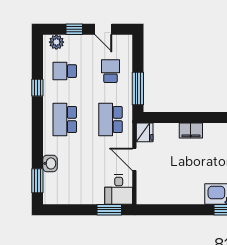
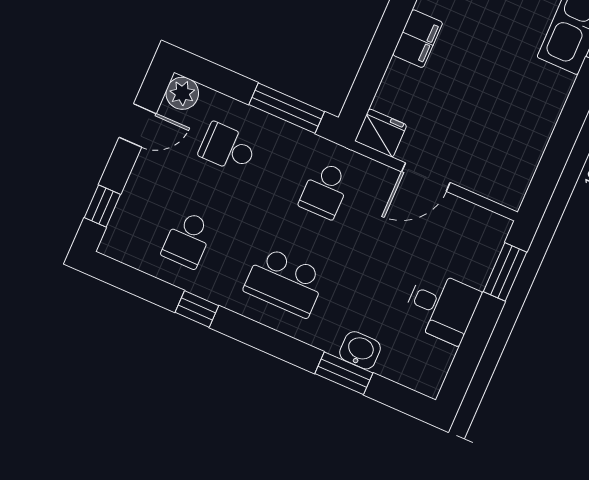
window: (74, 29) -> (102, 206), moved
plant: (56, 42) -> (182, 93), moved
school desk: (110, 119) -> (325, 190), width x0.54
window: (37, 181) -> (344, 373), moved
desk: (119, 189) -> (441, 307), moved

